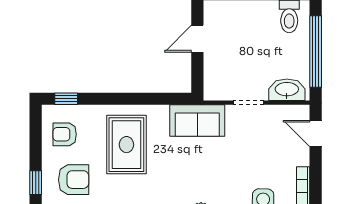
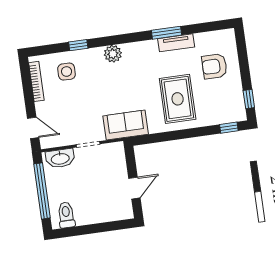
armchair: (65, 134) -> (226, 100), removed
window: (36, 183) -> (249, 99), moved

